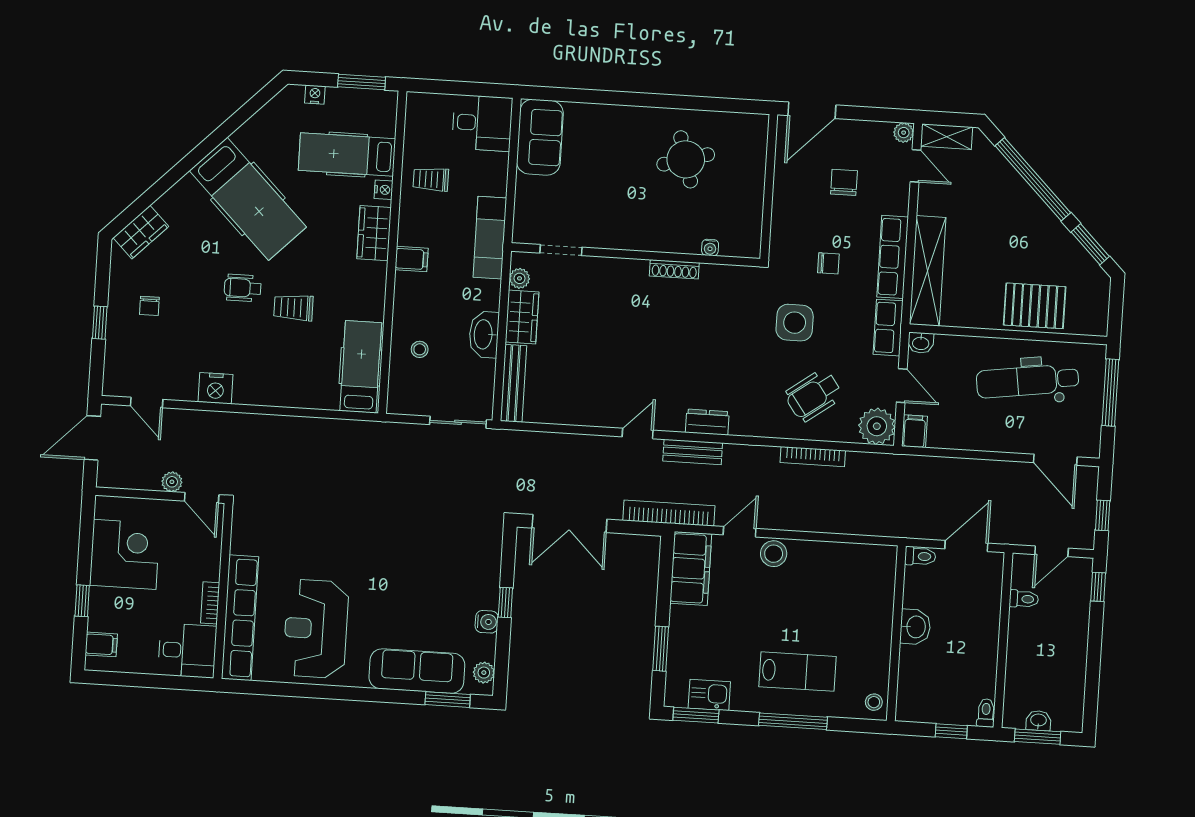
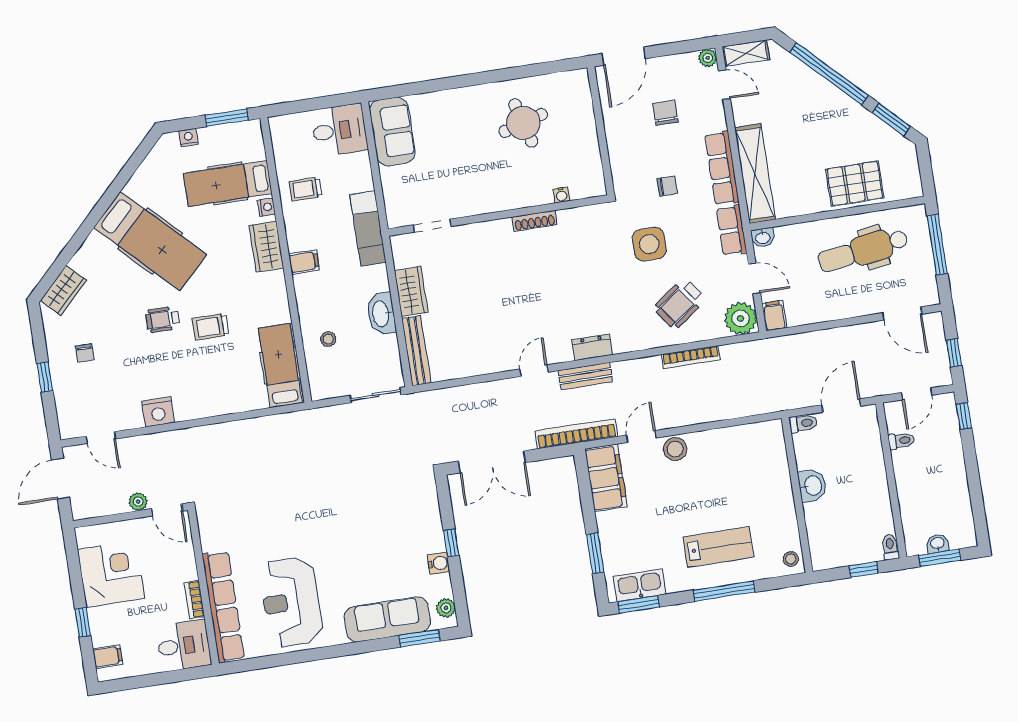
plant: (520, 278) -> (402, 258), removed
kitchen sink: (709, 695) -> (640, 585), width x1.38

